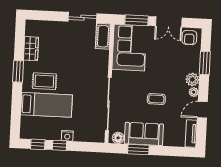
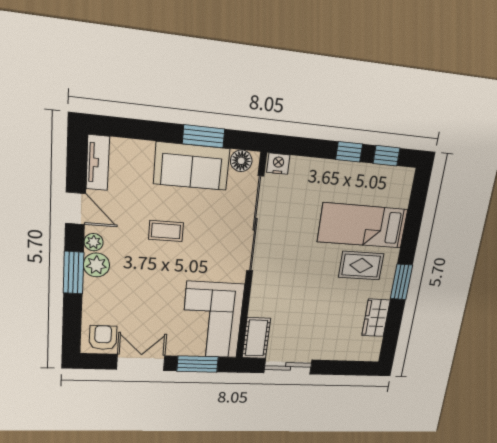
window: (205, 63) -> (73, 273), moved
door: (202, 110) -> (75, 208), hinge flipped
nightstand: (67, 136) -> (278, 164), moved

